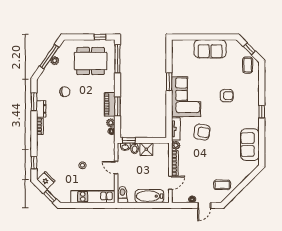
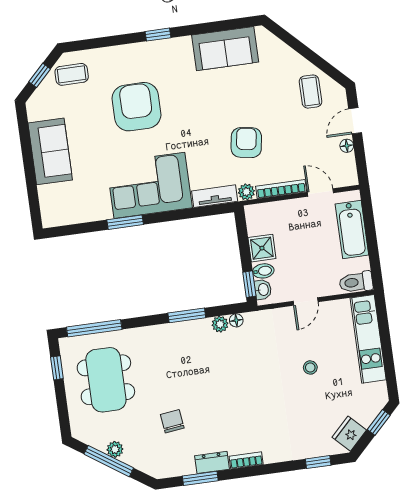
armchair: (227, 96) -> (136, 107), width x1.88, depth x1.88
piano: (110, 104) -> (185, 331), removed
armchair: (202, 132) -> (246, 143), moved
door: (204, 205) -> (355, 121), swing flipped

